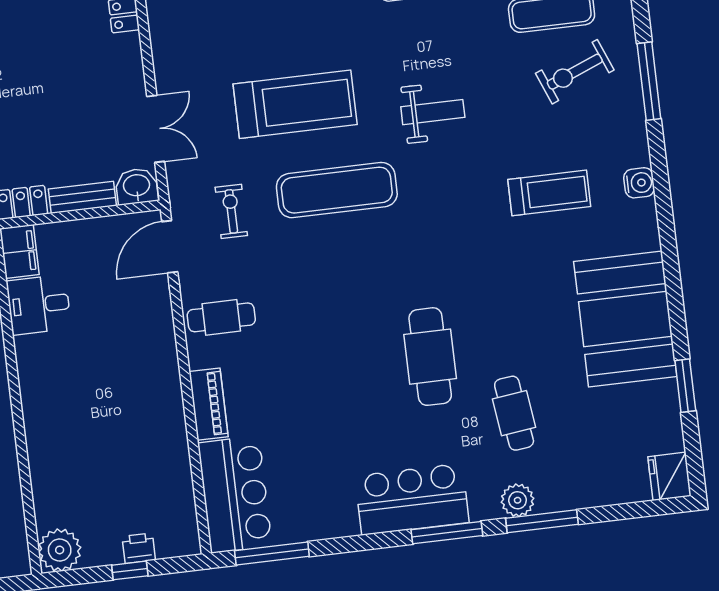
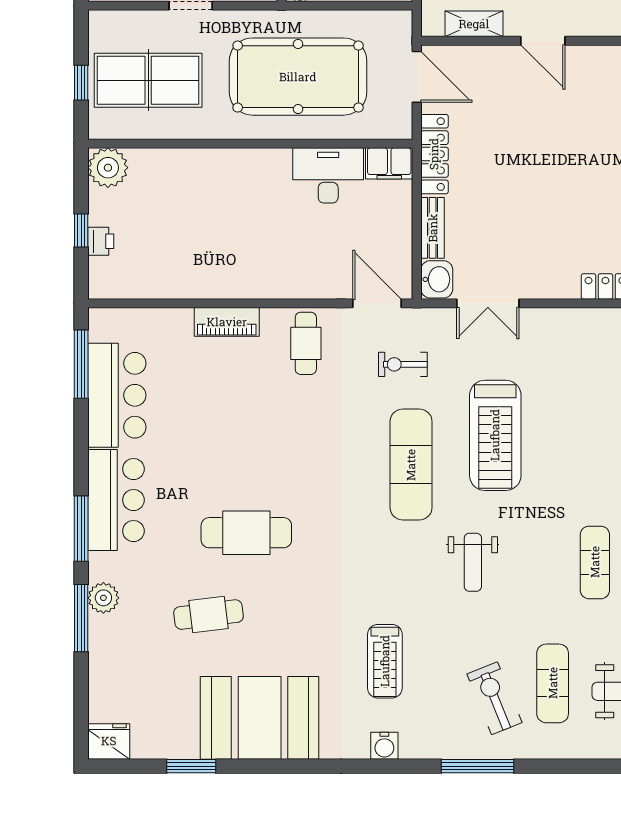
exercise bike: (231, 211) -> (403, 364), turned 180
desk: (39, 305) -> (328, 175), width x1.37
cafe table: (514, 413) -> (209, 615), moved
bar counter: (235, 494) -> (117, 395), moved, turned -90

